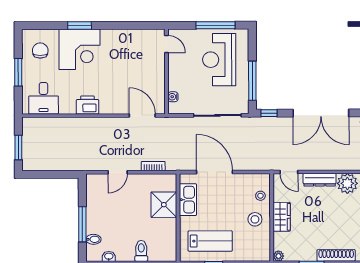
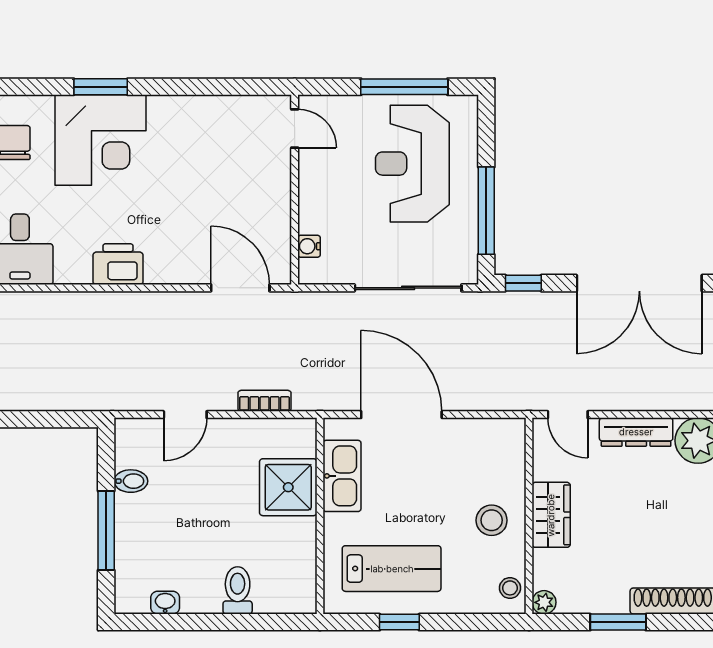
stool: (260, 196) -> (510, 588), moved
bidet: (93, 239) -> (131, 481), moved

